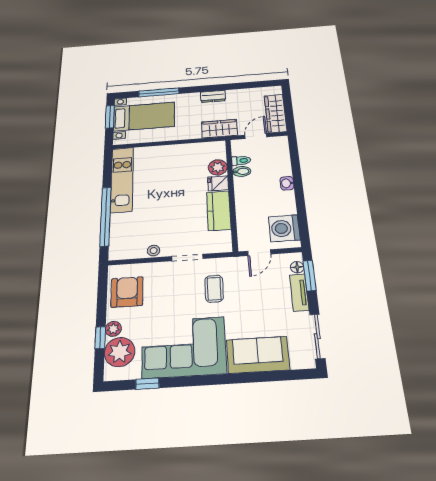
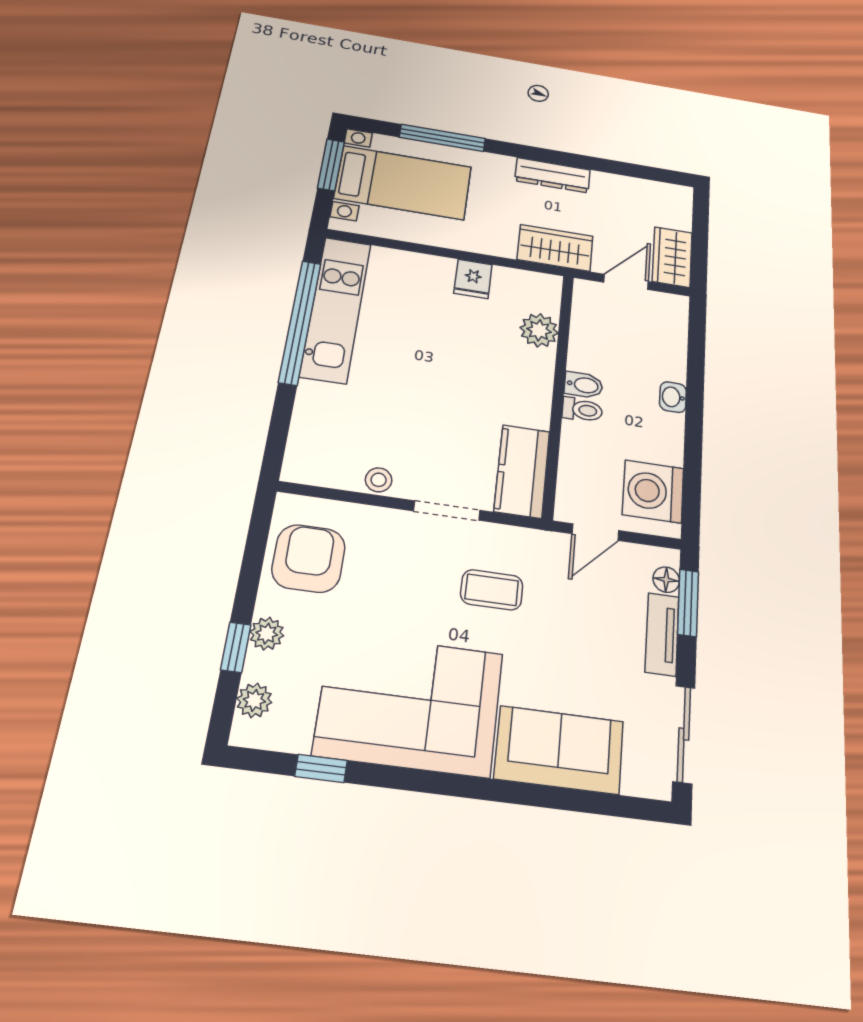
dresser: (213, 96) -> (553, 175), width x1.44
wardrobe: (275, 113) -> (672, 257), width x0.67
toilet: (241, 161) -> (582, 410), moved
bidet: (242, 171) -> (584, 385), moved
fridge: (218, 183) -> (473, 279), moved, turned -90
kitchen counter: (219, 211) -> (522, 471), moved
window: (105, 216) -> (300, 322), moved
coffee table: (214, 289) -> (492, 590), turned 90
plant: (120, 352) -> (254, 700), width x0.53, depth x0.53

